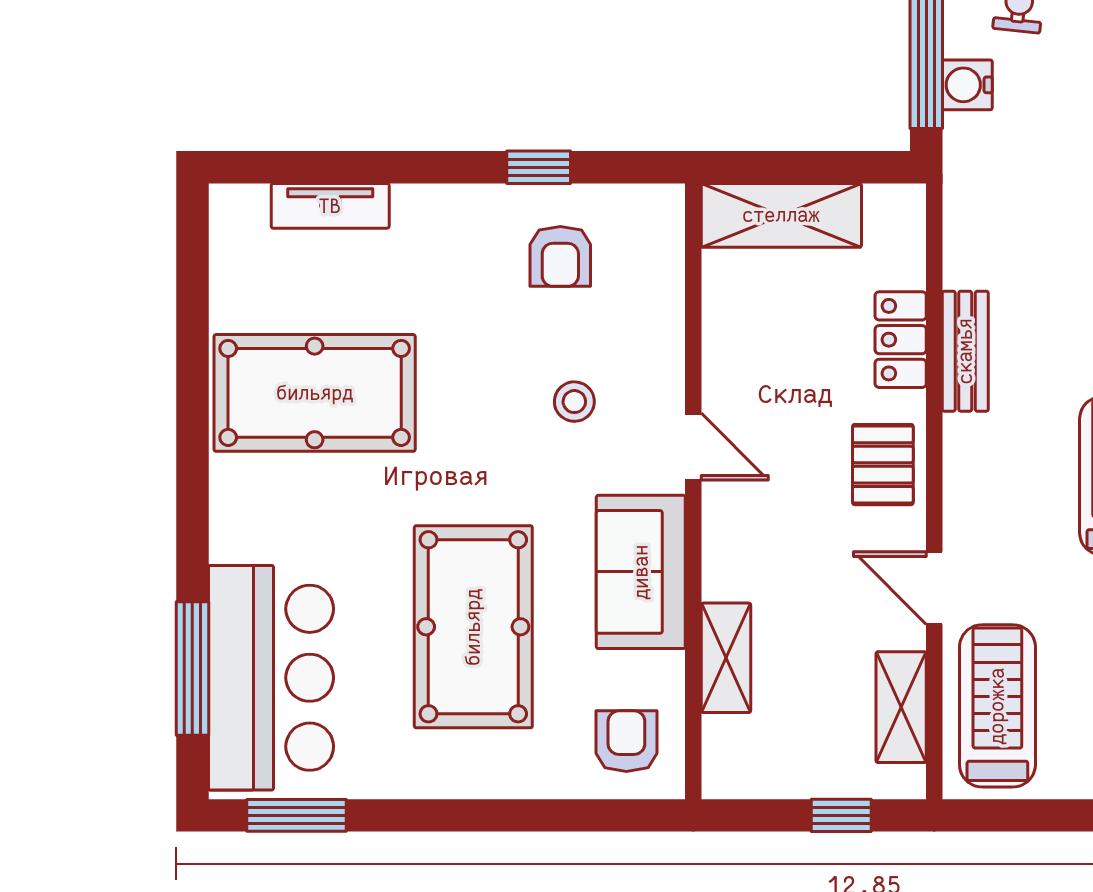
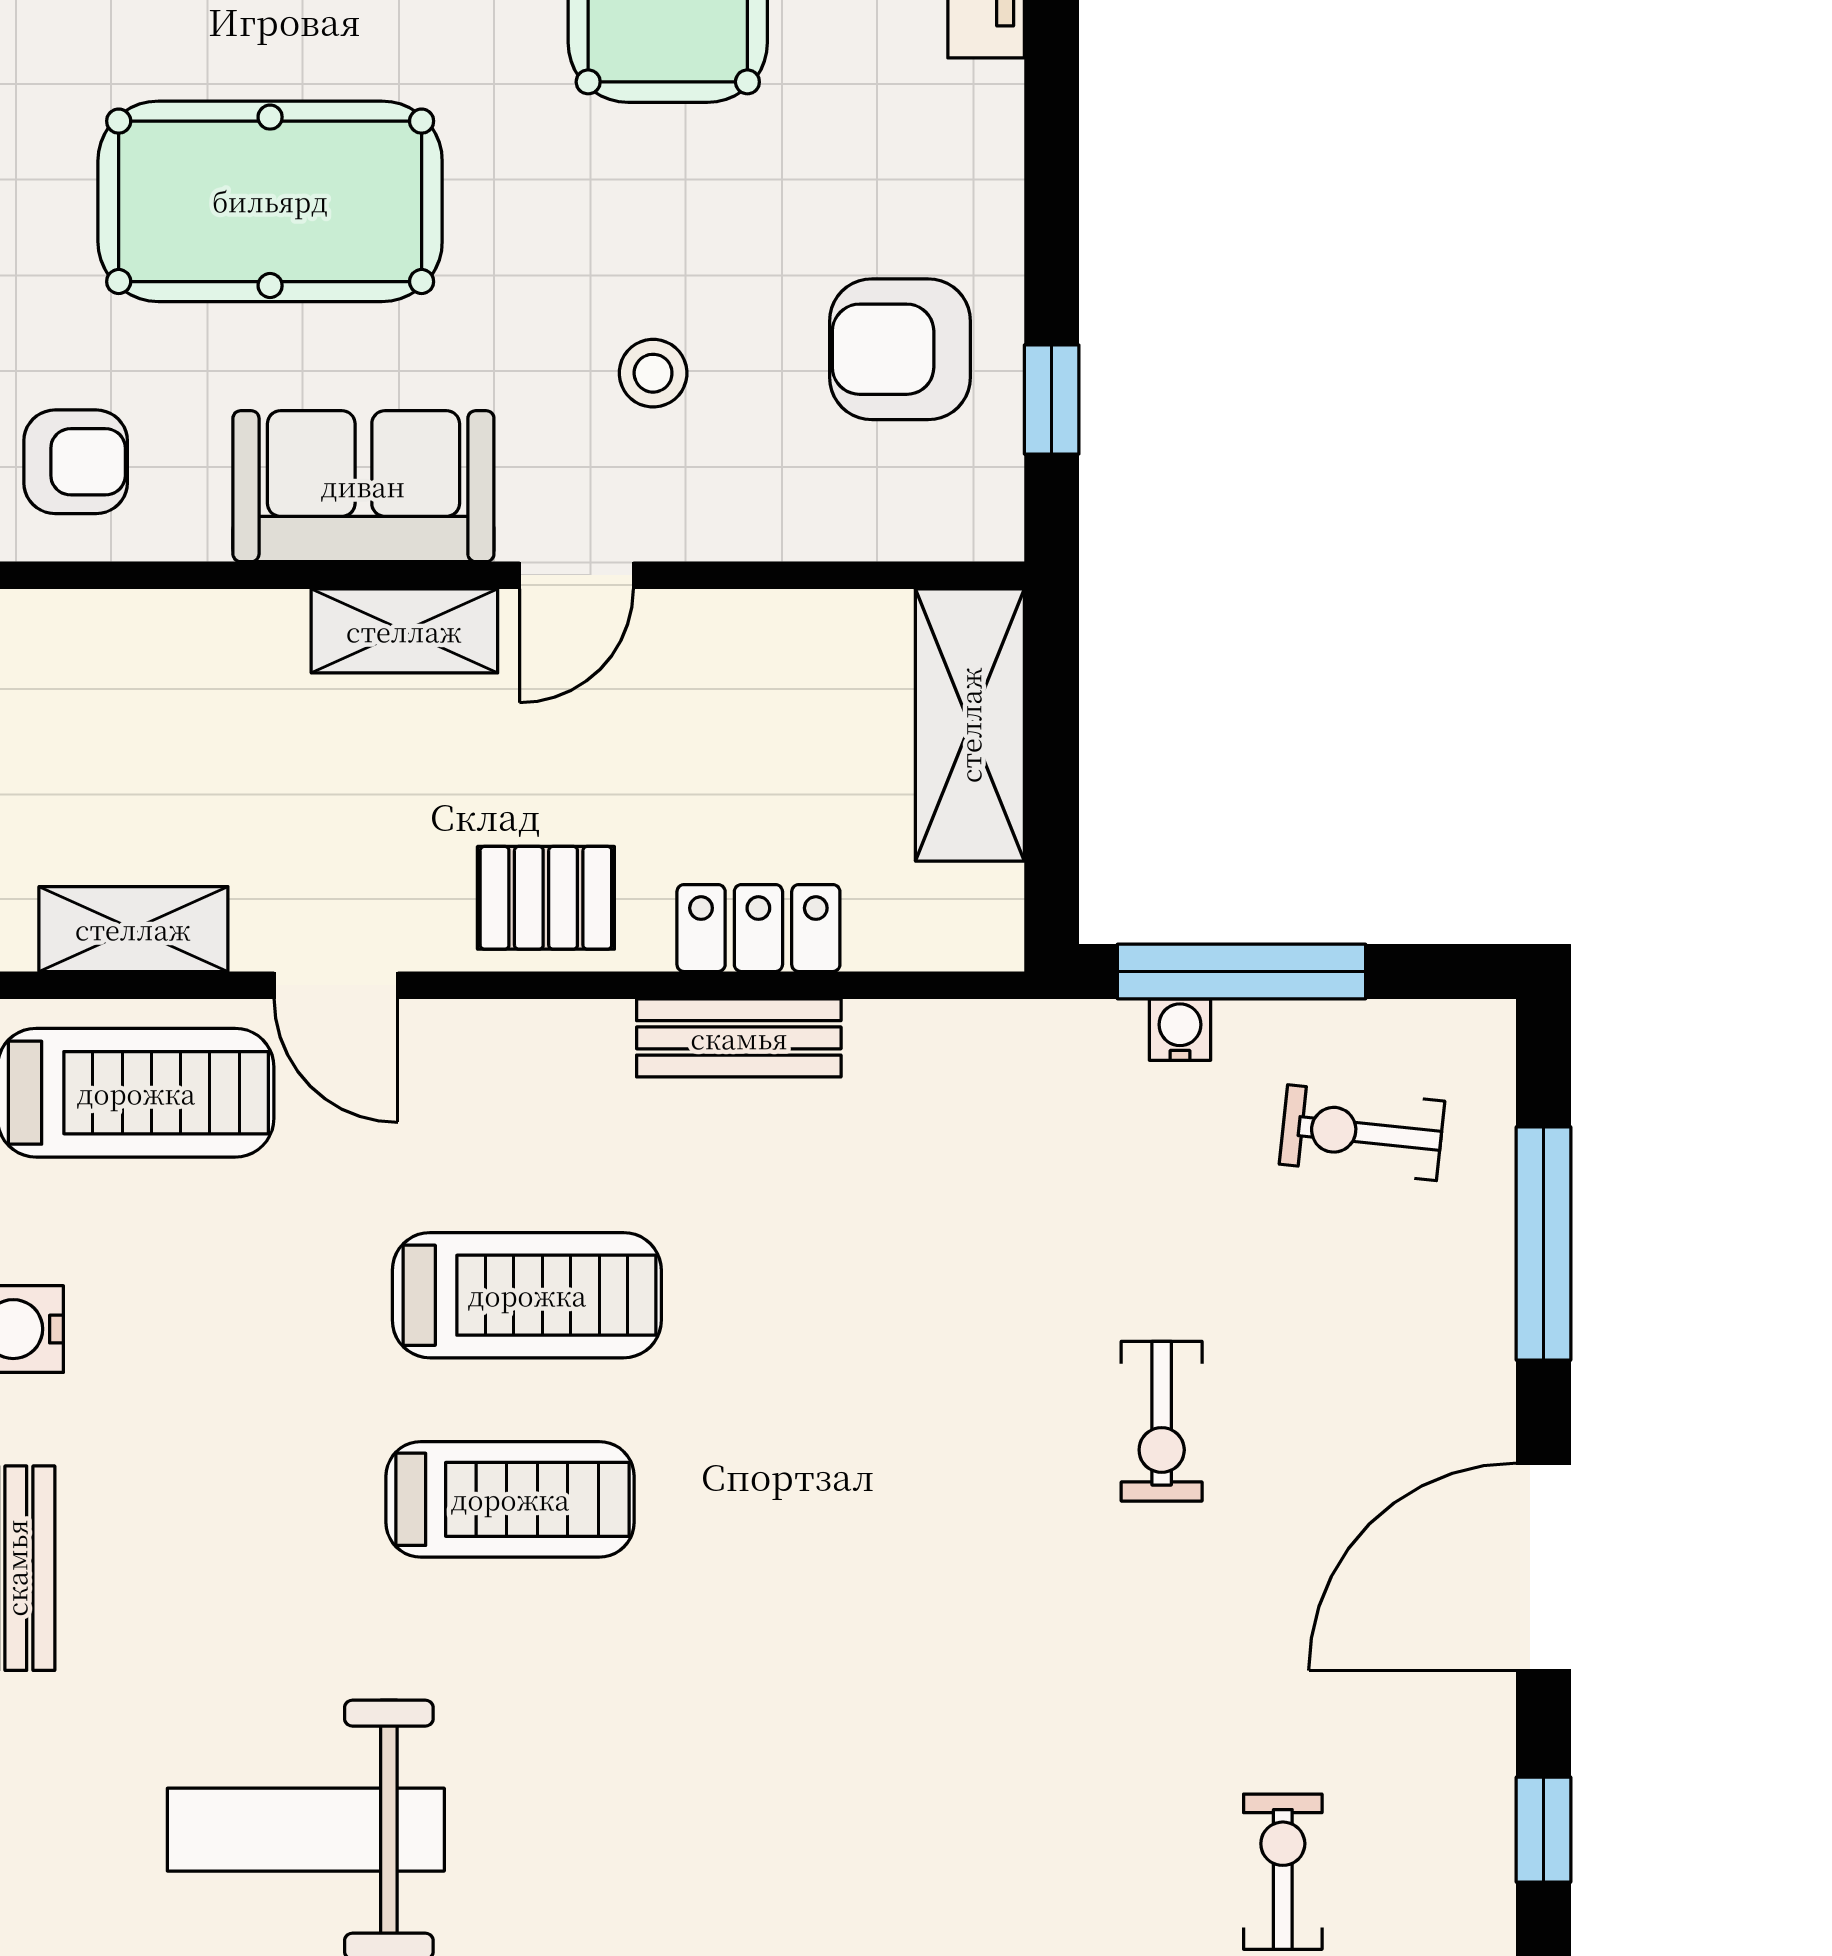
water cooler: (967, 85) -> (1180, 1030), width x0.72, depth x0.72
window: (539, 167) -> (1052, 400), moved
armchair: (560, 256) -> (900, 349), width x1.38, depth x1.38
door: (934, 588) -> (336, 985), swing flipped
shelving: (726, 658) -> (404, 631), moved

